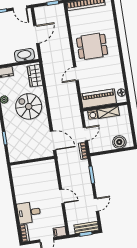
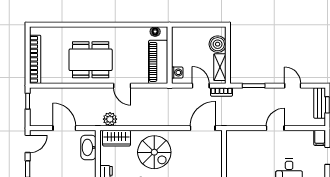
dining table: (92, 46) -> (91, 60), width x1.38
plant: (49, 68) -> (110, 119), added
spiral stairs: (29, 106) -> (154, 152), turned -90
shelving: (108, 112) -> (220, 67), moved

